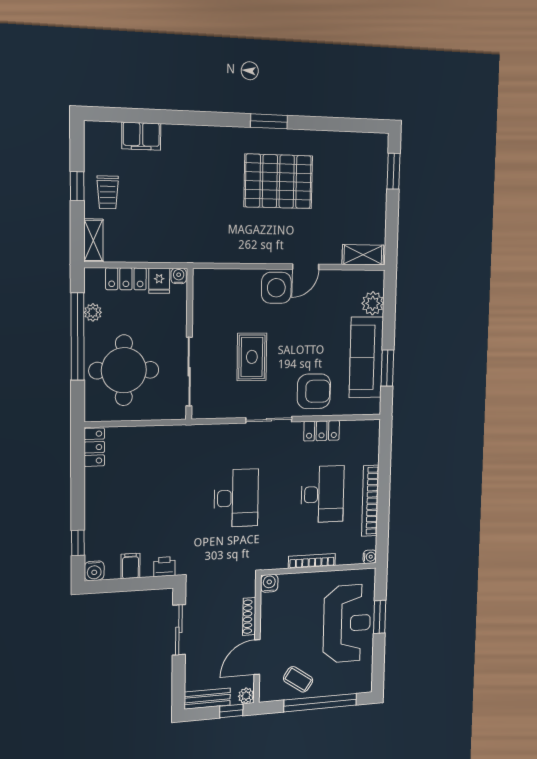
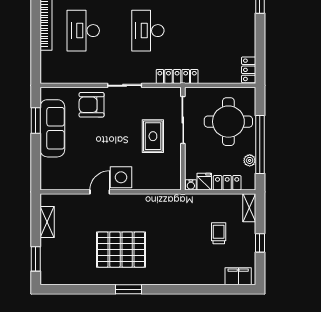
filing cabinet: (141, 136) -> (238, 276), moved
trolley: (108, 192) -> (219, 233), moved
shelving: (363, 255) -> (47, 222), moved, turned 90
plant: (373, 303) -> (49, 167), removed
rug: (252, 357) -> (153, 136), moved
locker: (322, 431) -> (177, 76), moved, width x1.53

